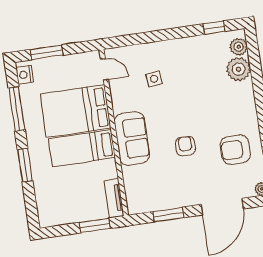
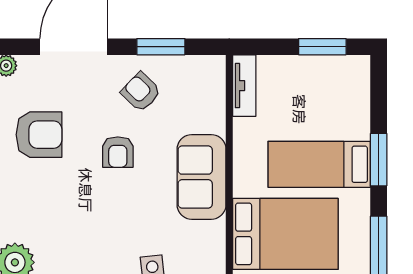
bed: (82, 148) -> (319, 164), moved, turned 180
armchair: (177, 185) -> (141, 92), added
window: (95, 225) -> (322, 47), moved

